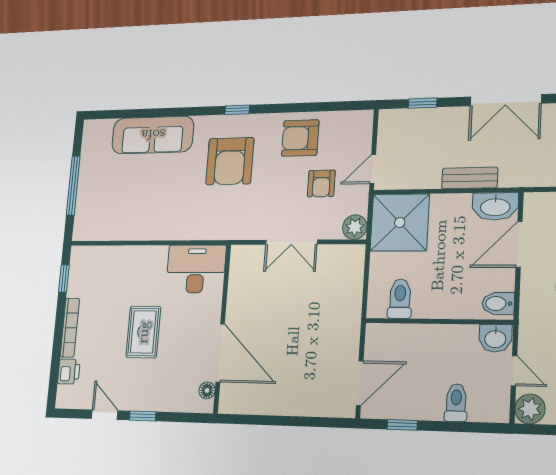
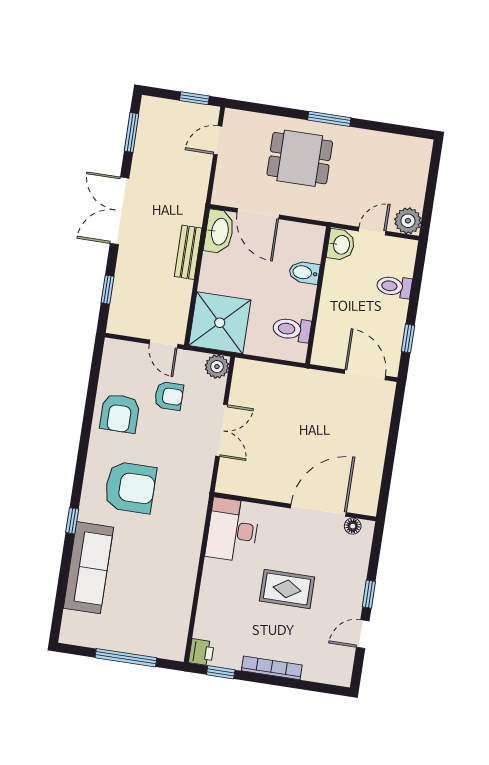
double door: (506, 100) -> (120, 211), swing flipped
window: (237, 110) -> (72, 521), moved
bidet: (498, 304) -> (304, 273), moved, turned 90
printer: (69, 372) -> (201, 652), moved, turned 90

